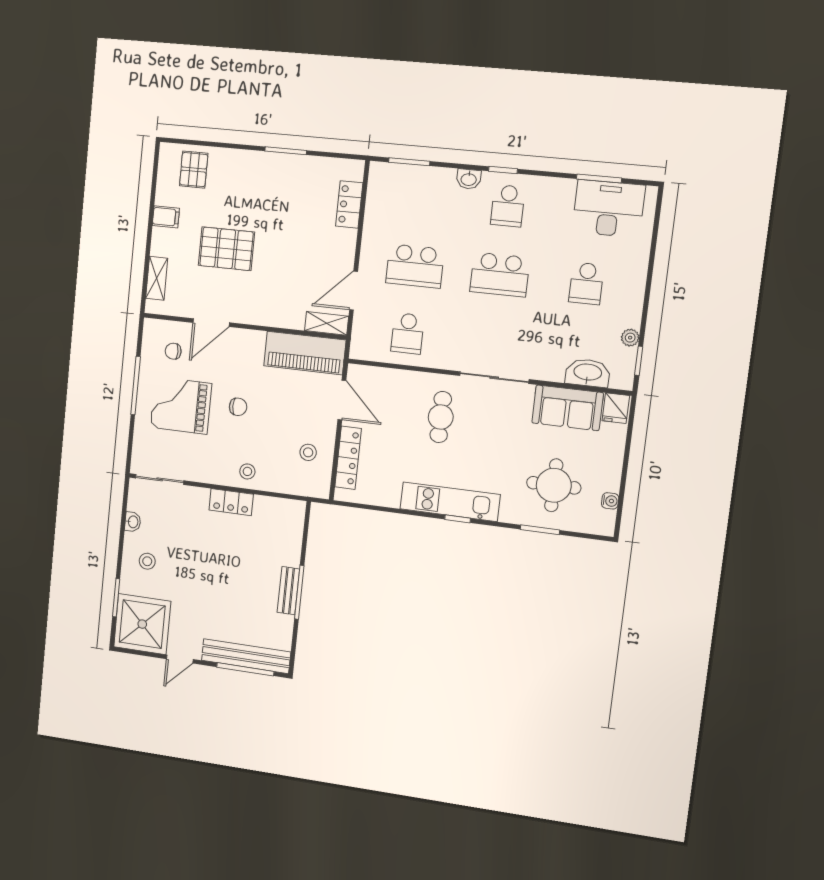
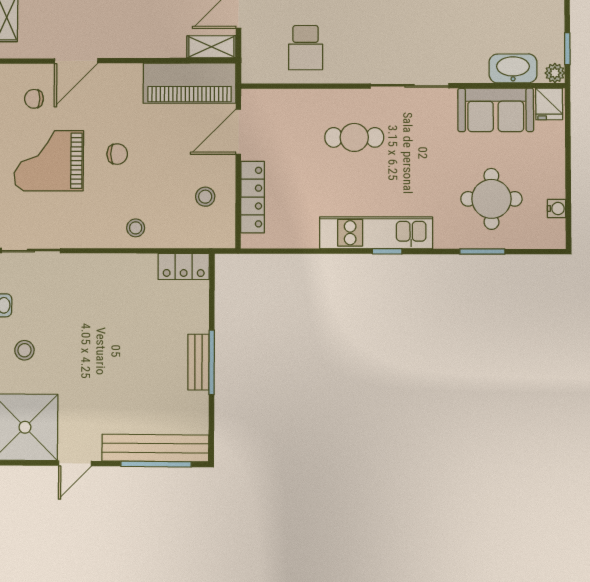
plant: (630, 338) -> (555, 73), moved
door: (342, 400) -> (238, 132), swing flipped
cafe table: (441, 417) -> (354, 137), turned 90
locker: (231, 502) -> (184, 267), moved

